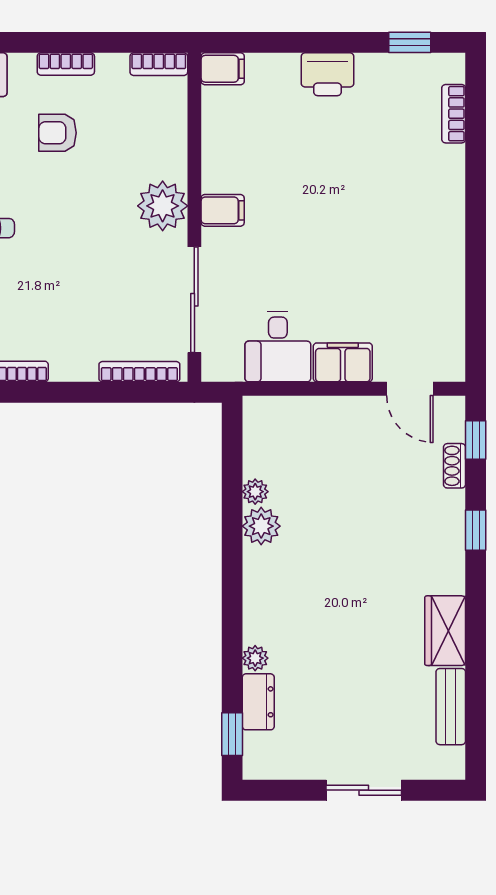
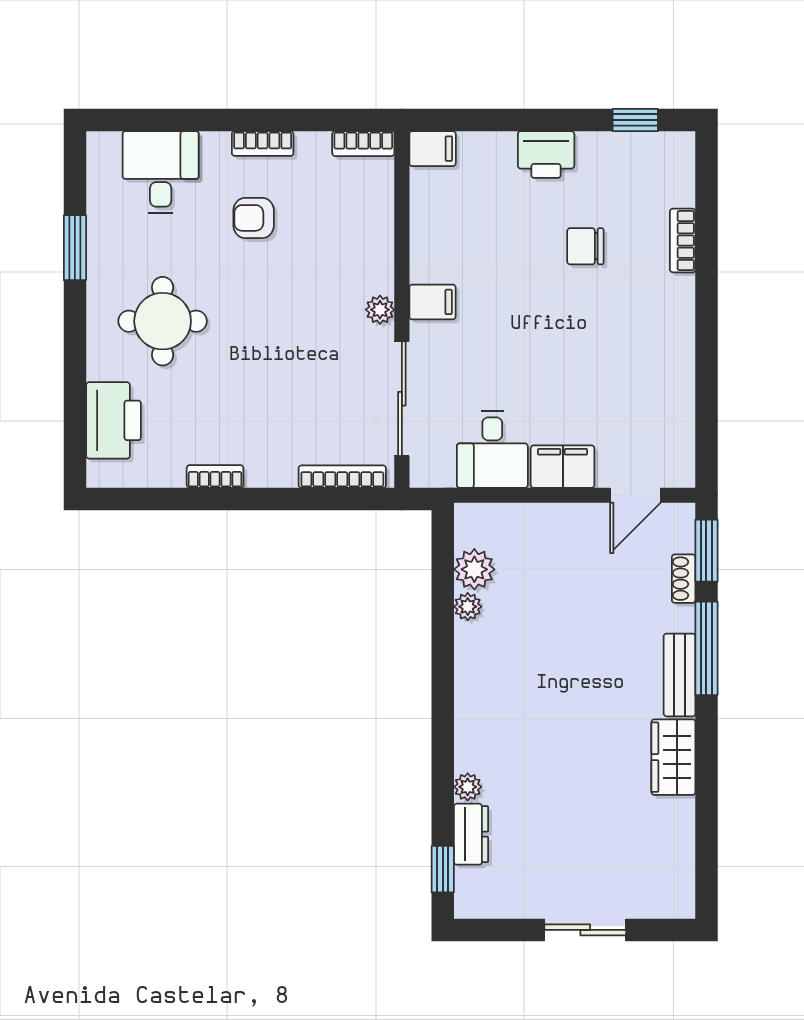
bookcase: (454, 114) -> (683, 241), moved
chair: (364, 159) -> (585, 246), added
plant: (163, 206) -> (380, 310), width x0.53, depth x0.53
door: (410, 389) -> (635, 495), hinge flipped
window: (476, 440) -> (706, 551), width x1.50
plant: (261, 526) -> (474, 569), moved
window: (476, 530) -> (706, 648), width x2.17
bench: (451, 707) -> (680, 675), moved

